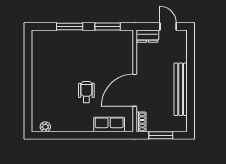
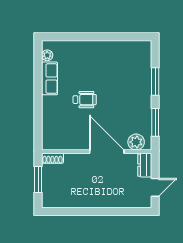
plant: (126, 44) -> (136, 142), added
bench: (181, 89) -> (88, 201), removed
door: (135, 90) -> (107, 152), moved
row of seats: (109, 125) -> (50, 78), moved

